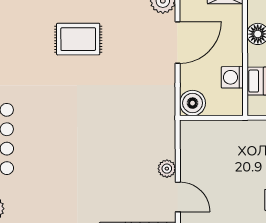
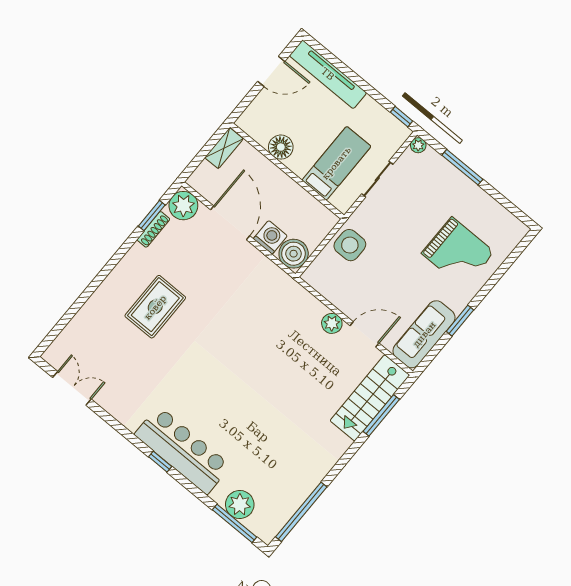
washing machine: (232, 77) -> (270, 237), moved, turned 180
side table: (230, 136) -> (350, 245), added

